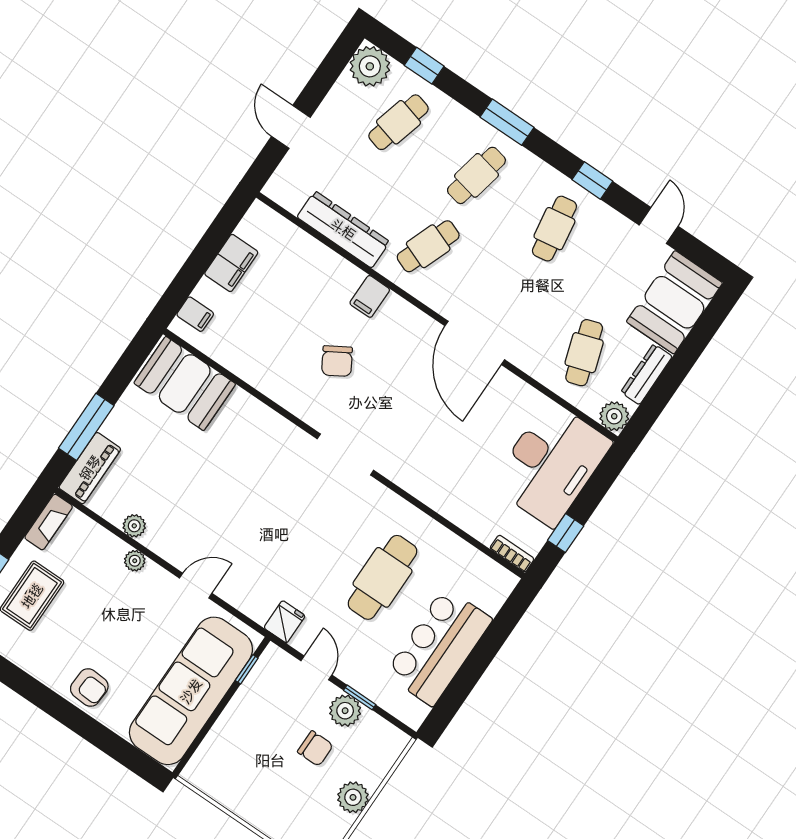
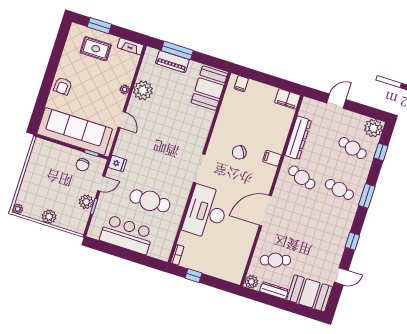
cafe table: (554, 229) -> (326, 231), removed
filing cabinet: (231, 263) -> (288, 99), moved
desk: (551, 464) -> (206, 212), moved, turned 90
piano: (90, 468) -> (172, 62), moved
plant: (134, 526) -> (143, 90), width x1.88, depth x1.88
chair: (315, 749) -> (82, 165), moved

